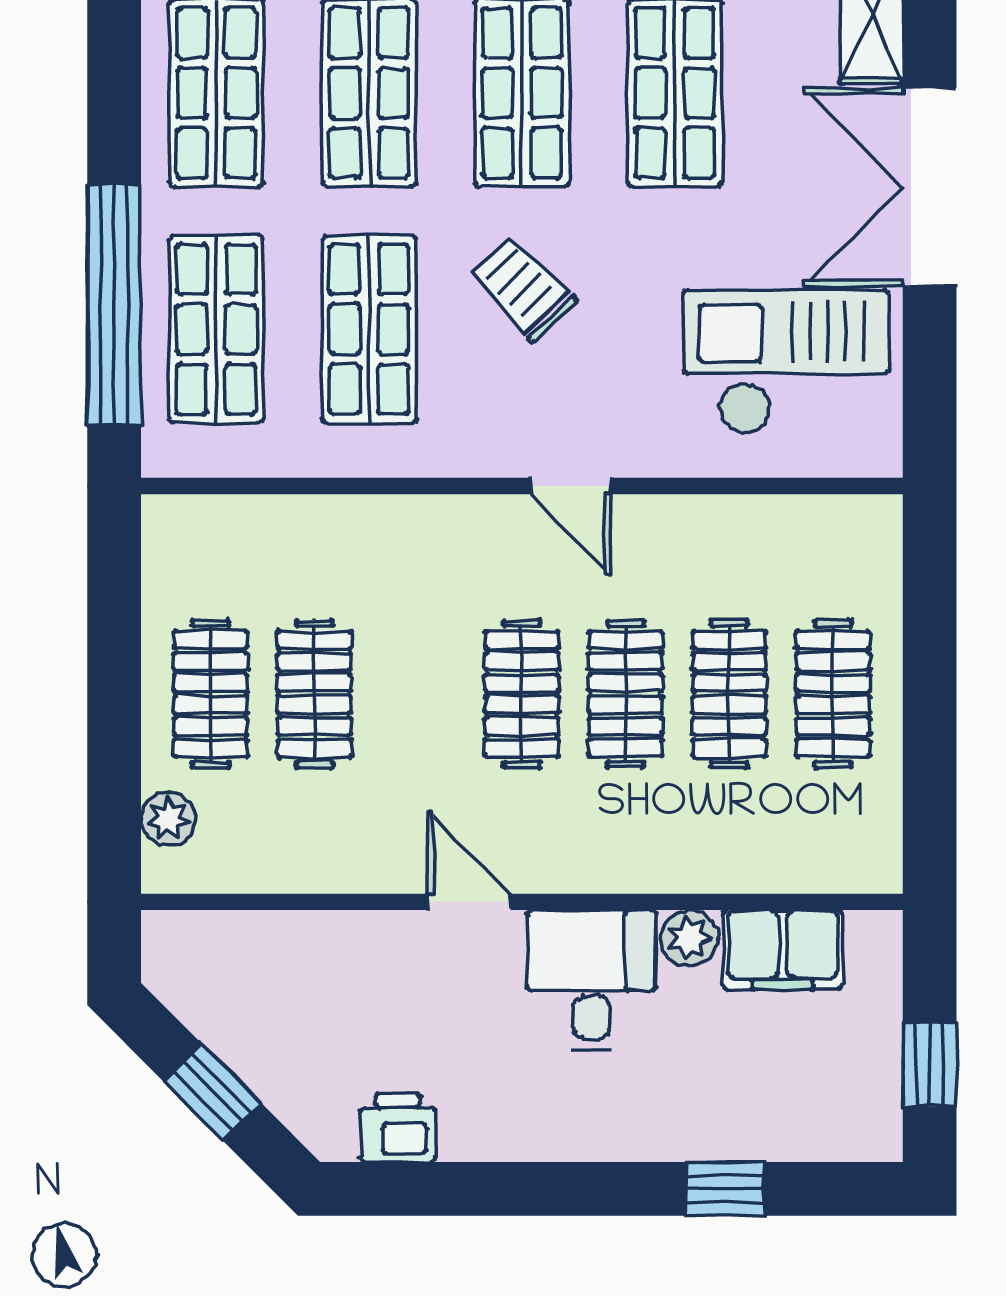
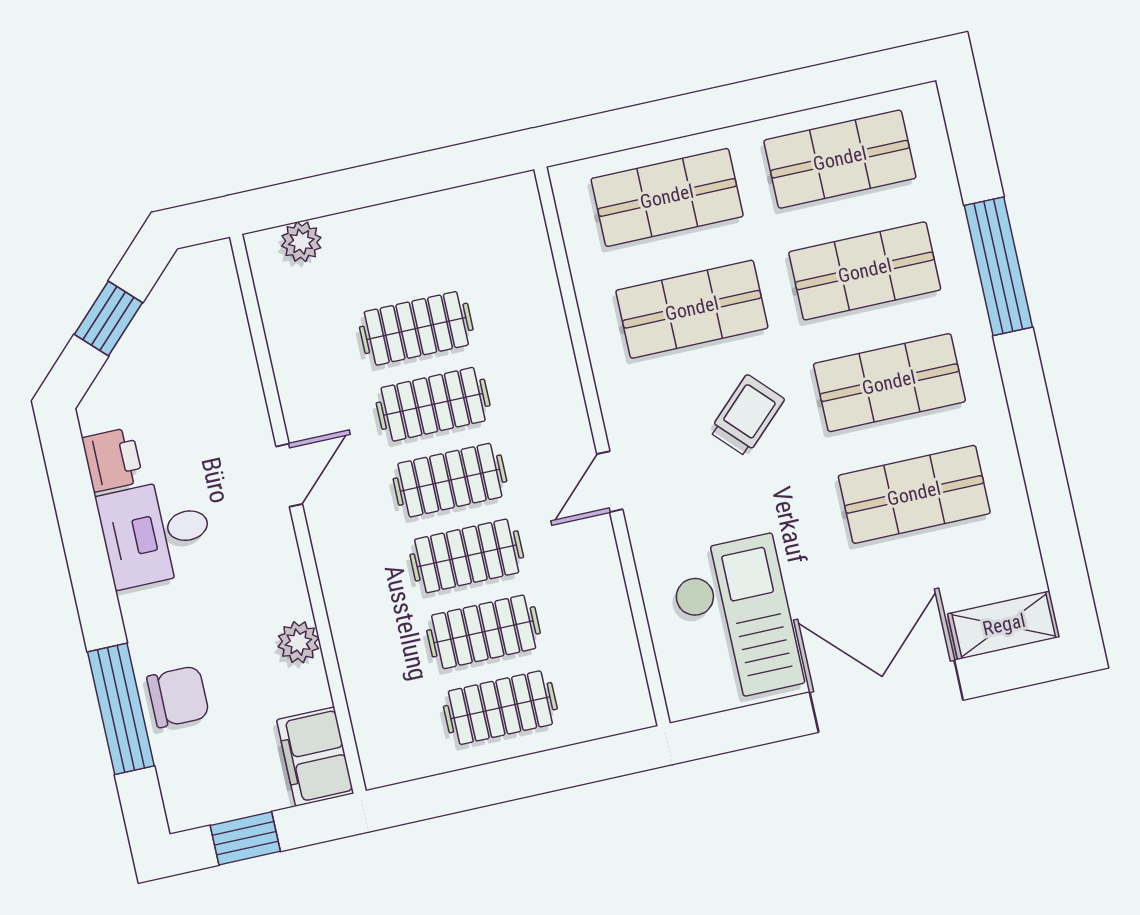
window: (114, 305) -> (668, 119), removed
clothes rail: (211, 694) -> (433, 404), moved
filing cabinet: (782, 950) -> (315, 757), moved
desk: (591, 980) -> (156, 533), moved, turned 180
chair: (725, 1111) -> (178, 697), added
window: (725, 1189) -> (121, 709), width x2.17

